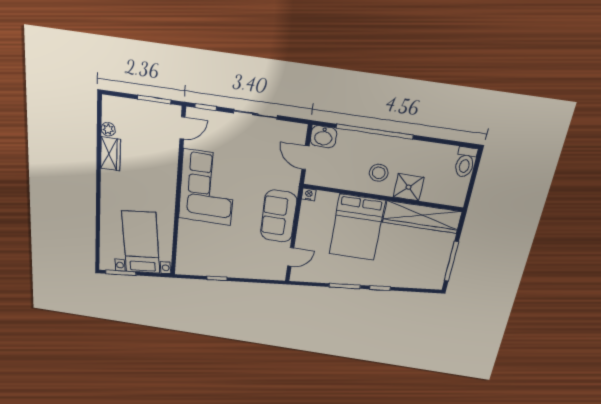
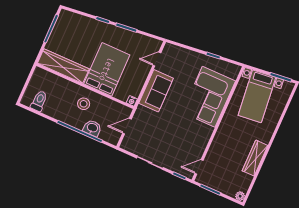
plant: (108, 129) -> (240, 196), moved
washbasin: (323, 137) -> (92, 128), moved
wardrobe: (110, 154) -> (255, 158), width x1.50
door: (305, 158) -> (127, 126), swing flipped
toilet: (465, 162) -> (39, 101), moved
shower: (409, 187) -> (67, 89), removed
corner sofa: (207, 188) -> (209, 97), moved

